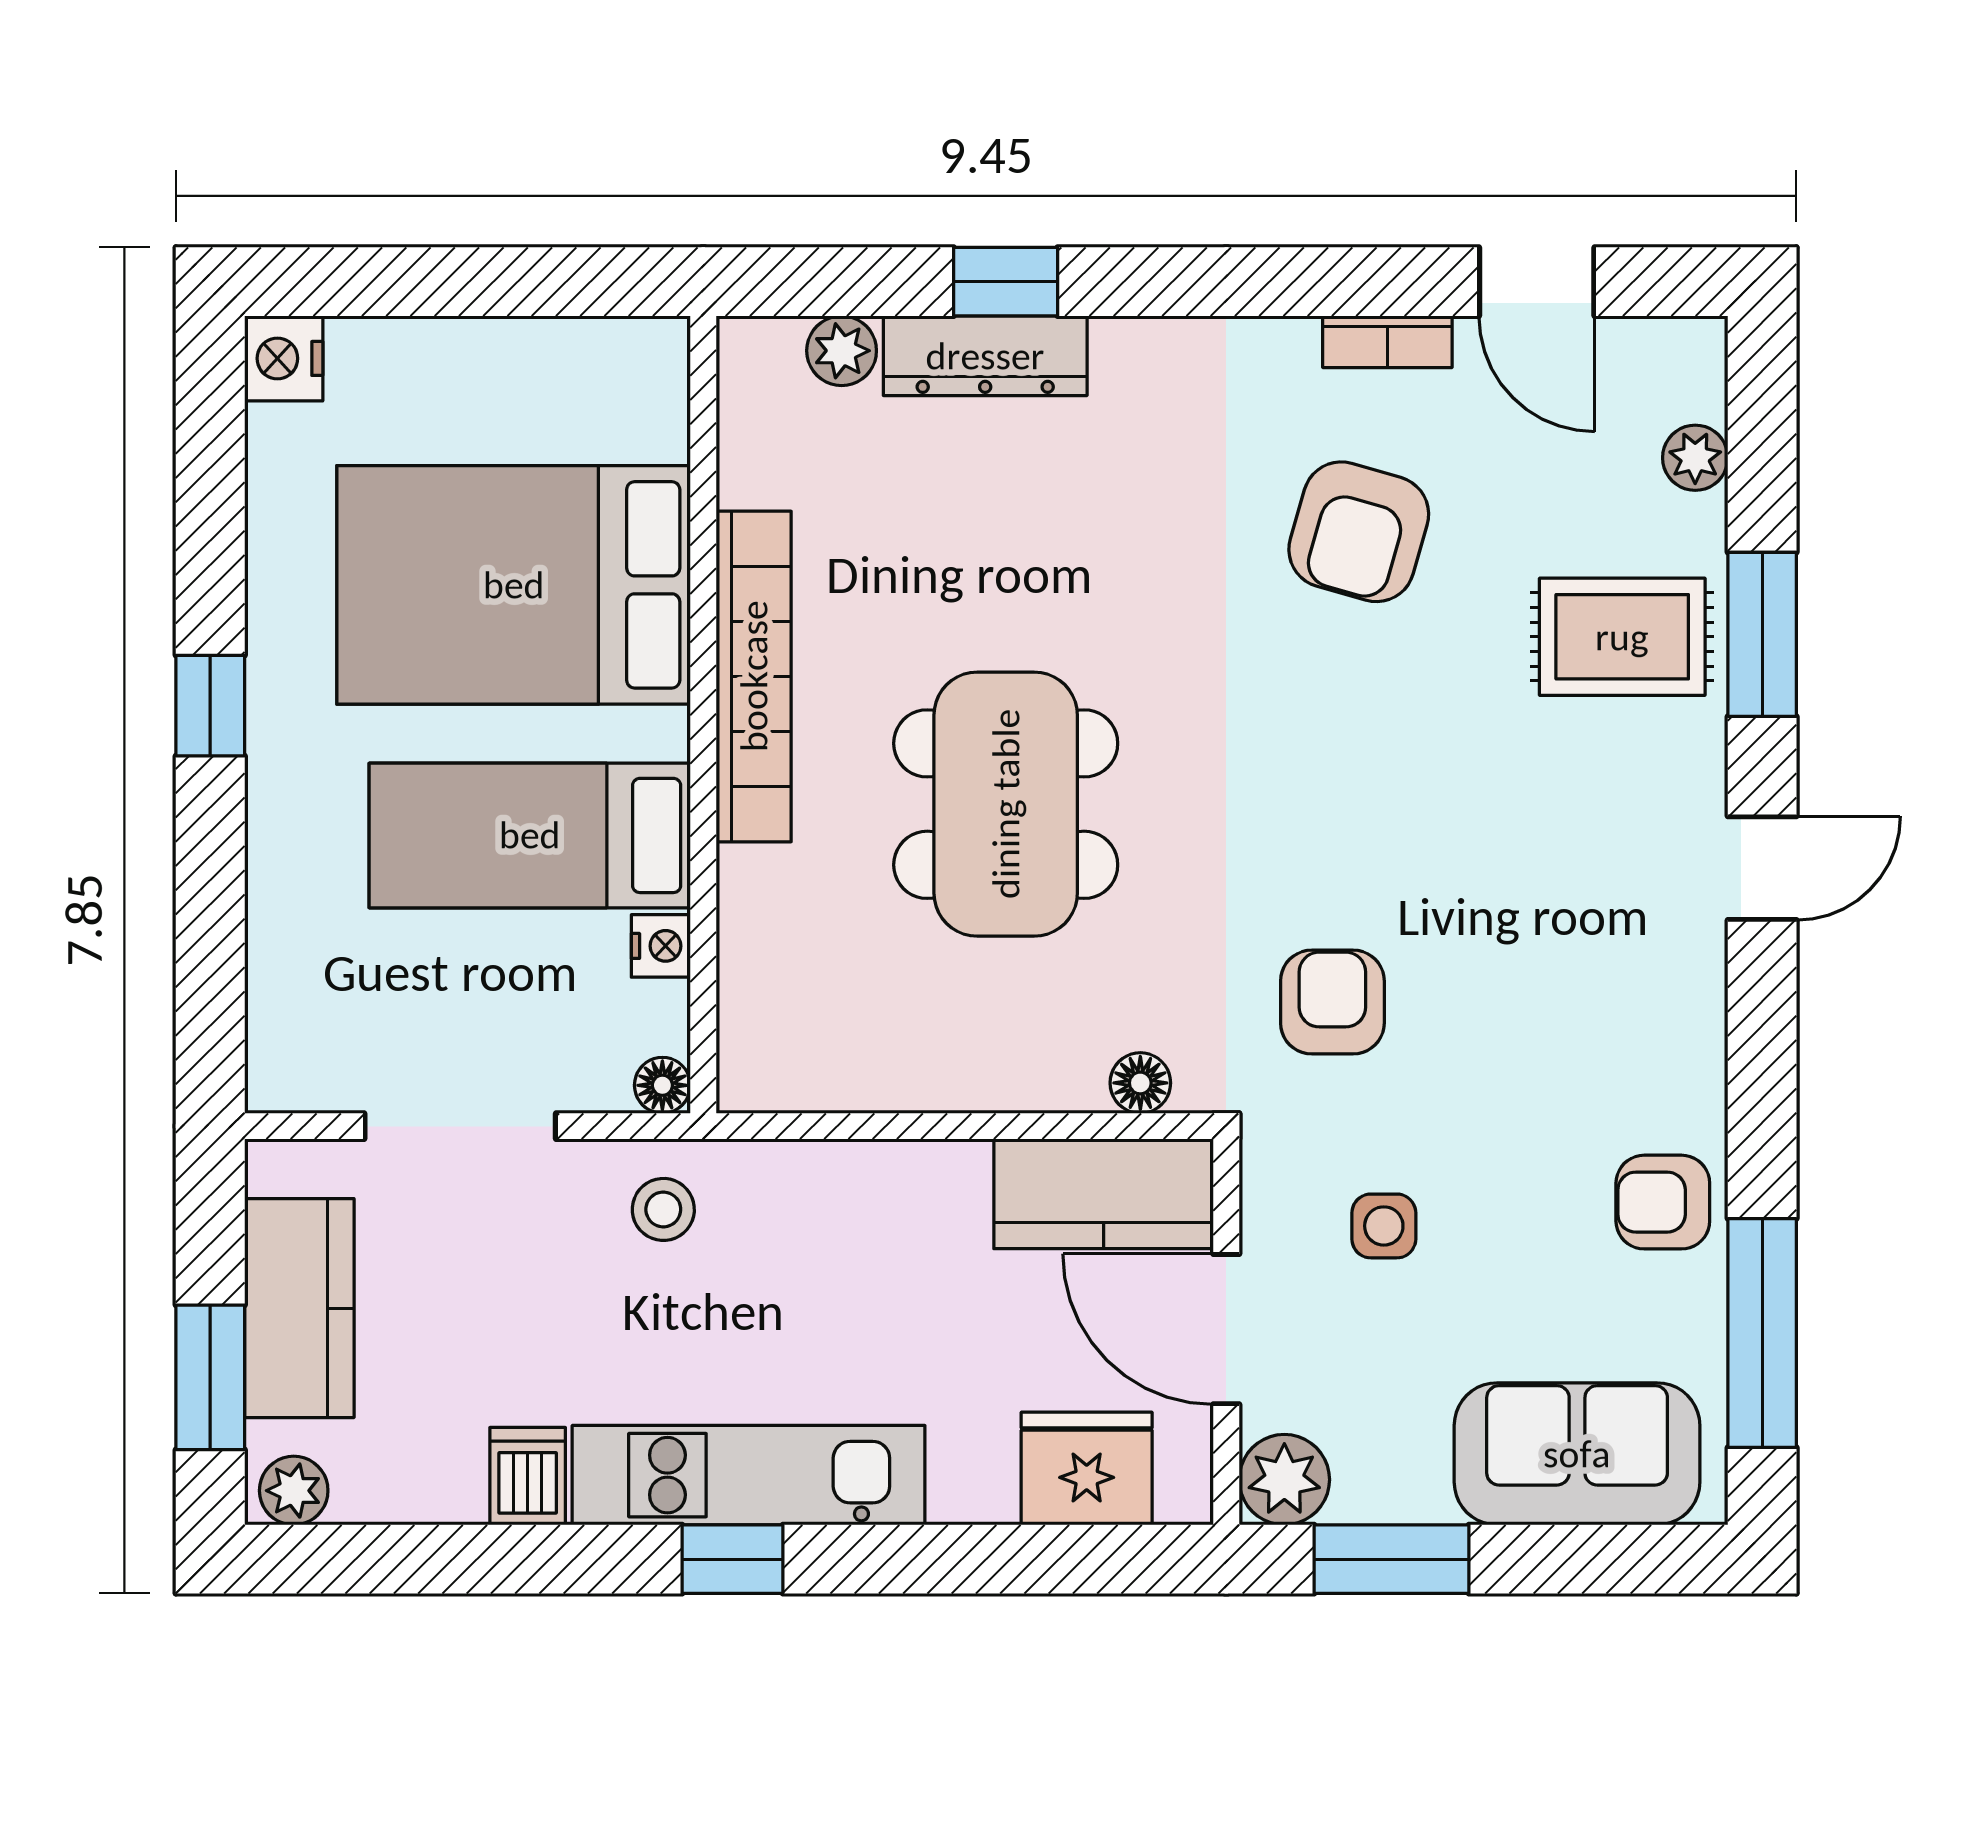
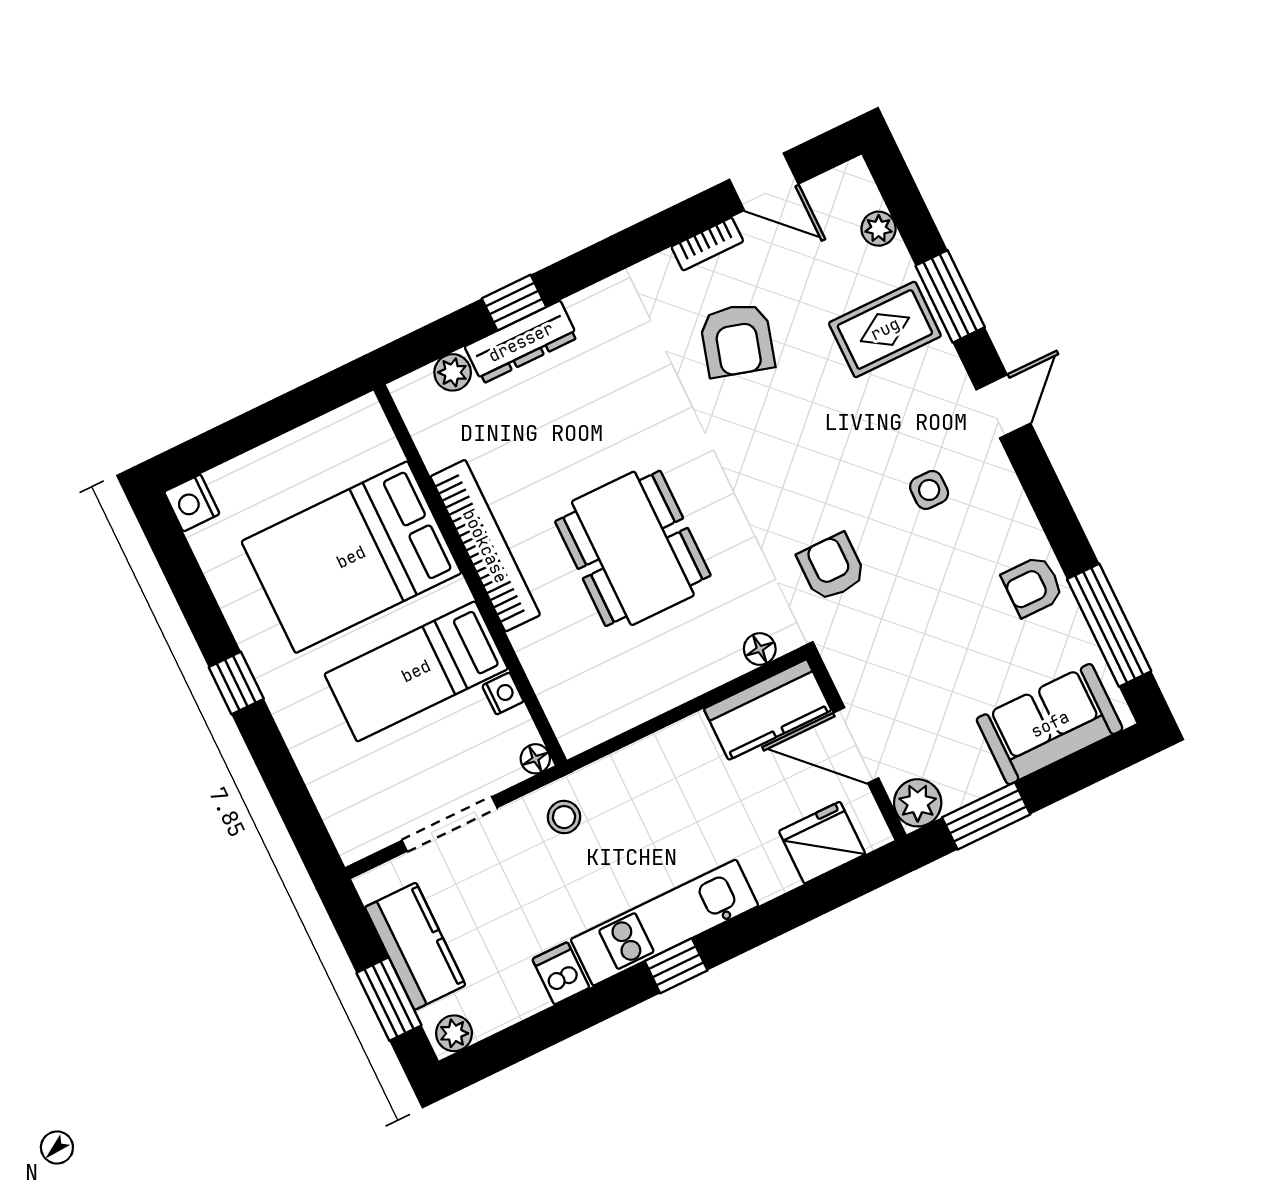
side table: (1384, 1226) -> (929, 490), moved

